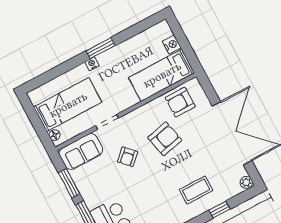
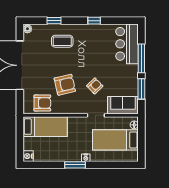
nightstand: (172, 45) -> (28, 156), moved
armchair: (165, 139) -> (65, 85), turned 180

